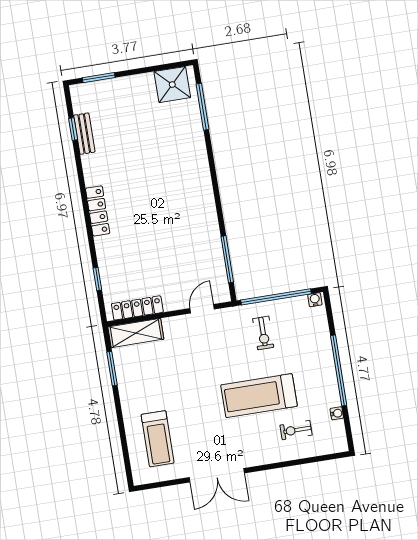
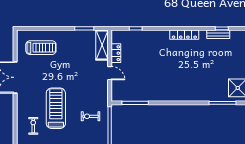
locker: (98, 211) -> (184, 35), moved
locker: (137, 308) -> (116, 53), width x0.66
door: (202, 309) -> (110, 73), moved
treadmill: (158, 439) -> (41, 48), turned 180

